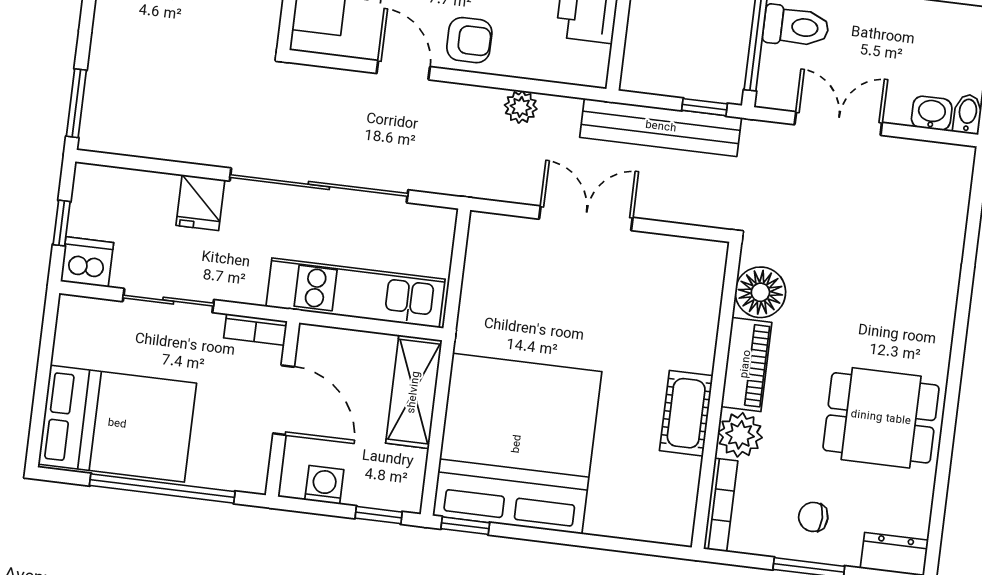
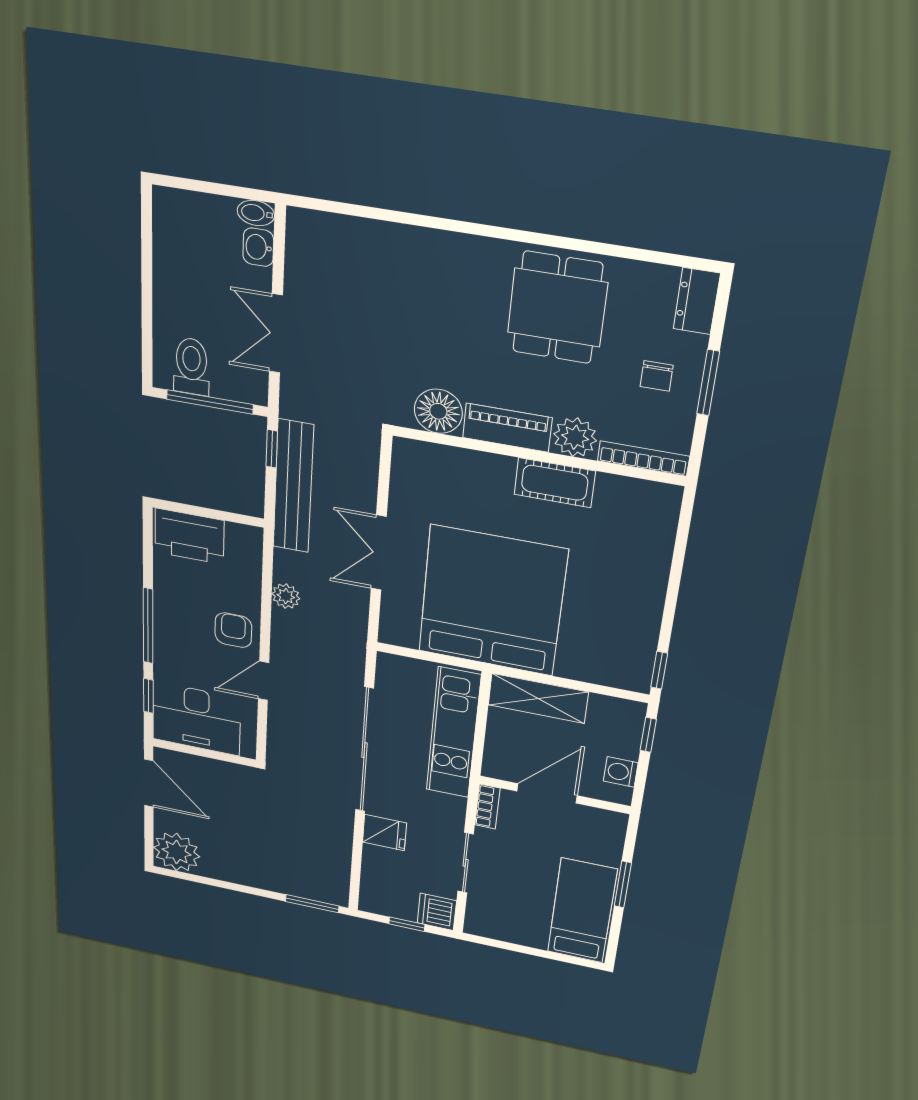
bed: (117, 424) -> (582, 911), width x0.67
bed: (517, 444) -> (492, 601), moved, turned 90
window: (162, 488) -> (623, 884), width x0.47

